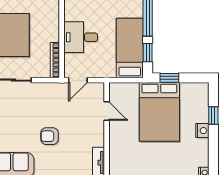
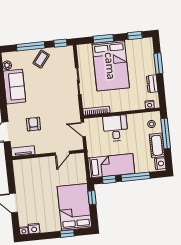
bed: (159, 112) -> (74, 207), moved, turned 90
nightstand: (202, 131) -> (34, 229), moved
armchair: (49, 136) -> (33, 124), moved

